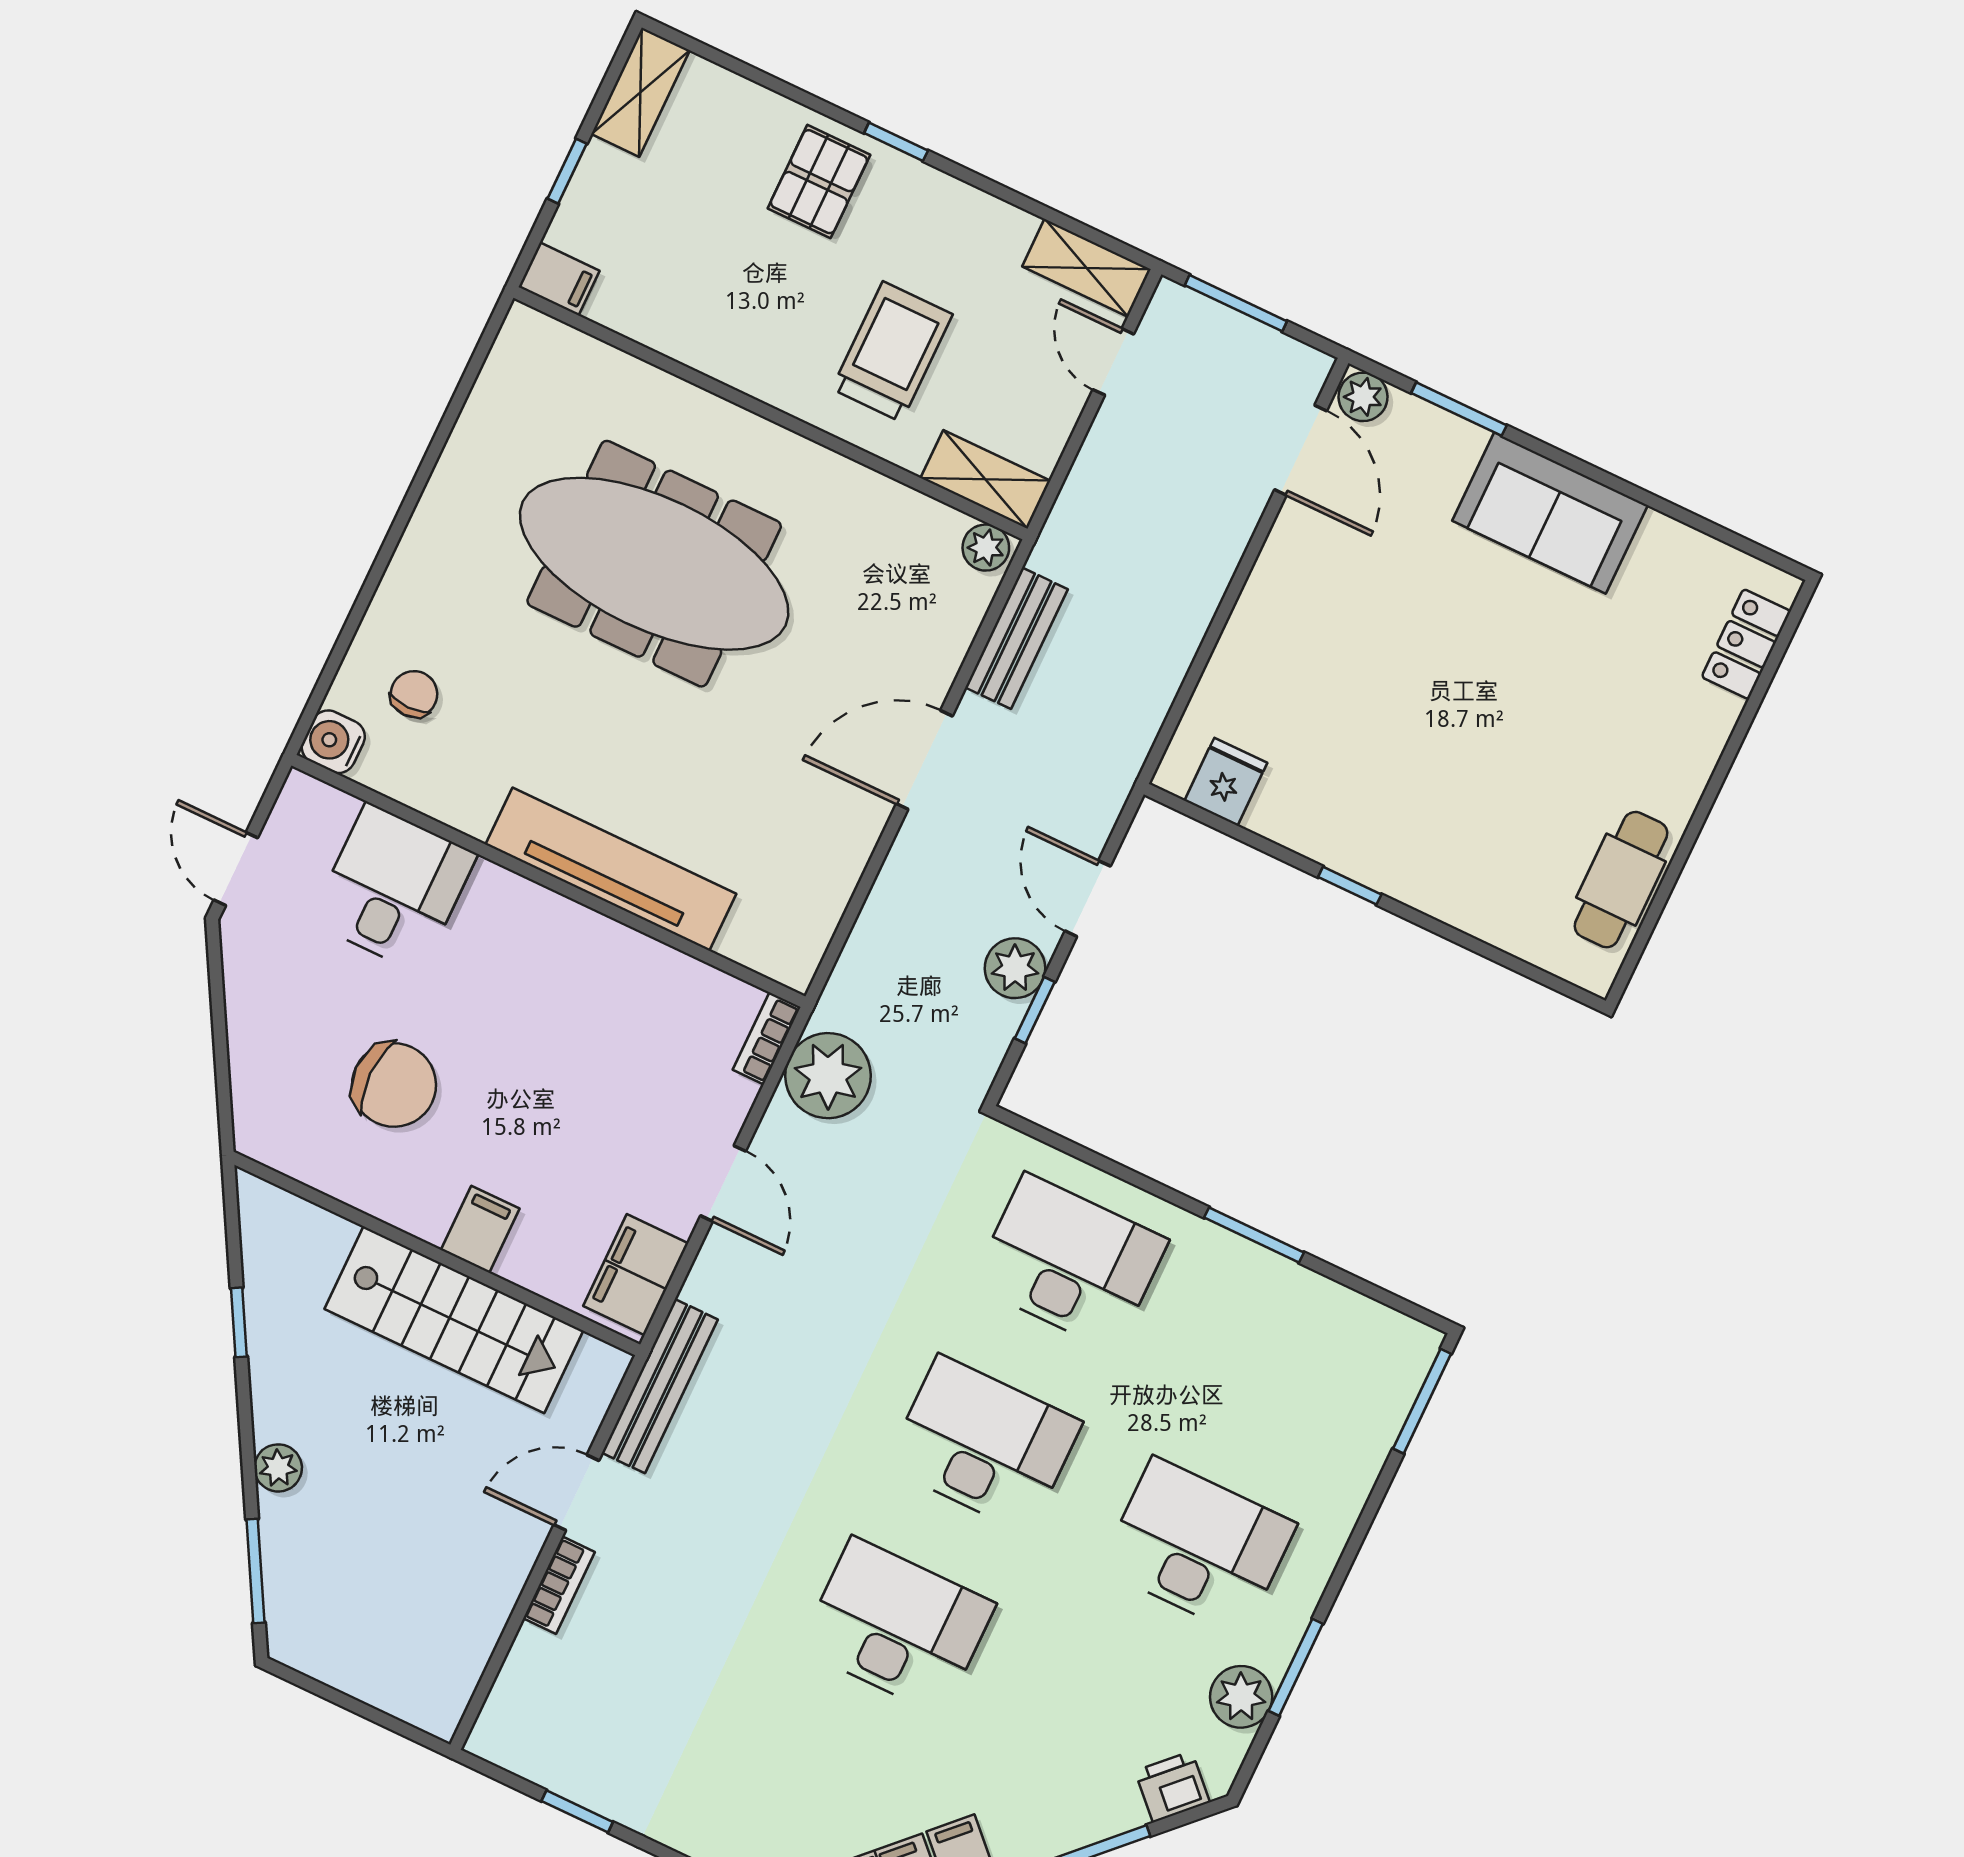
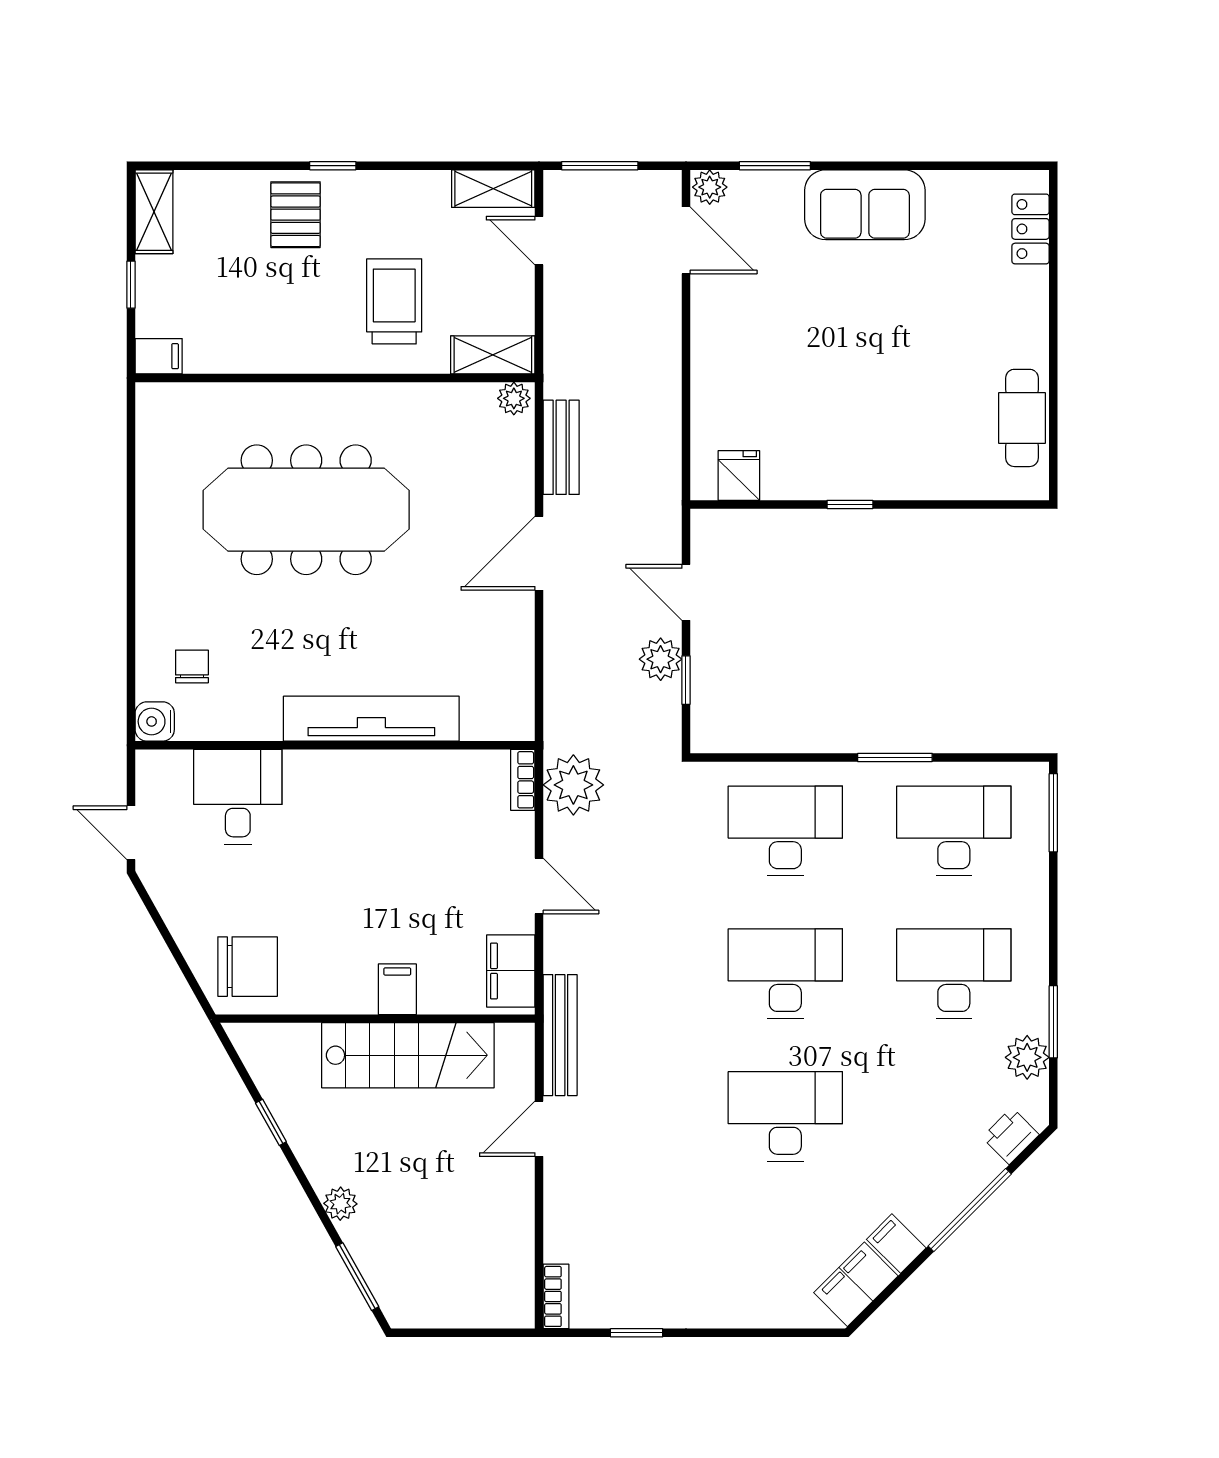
chair: (394, 1085) -> (248, 967), moved
desk: (1285, 1364) -> (954, 831), added
bookcase: (559, 1585) -> (556, 1296), moved

